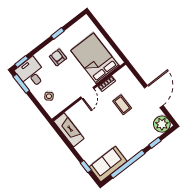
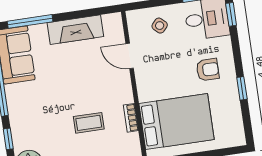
door: (87, 93) -> (130, 56), moved
fireplace: (69, 130) -> (75, 30), moved
window: (86, 166) -> (30, 21), width x2.17

